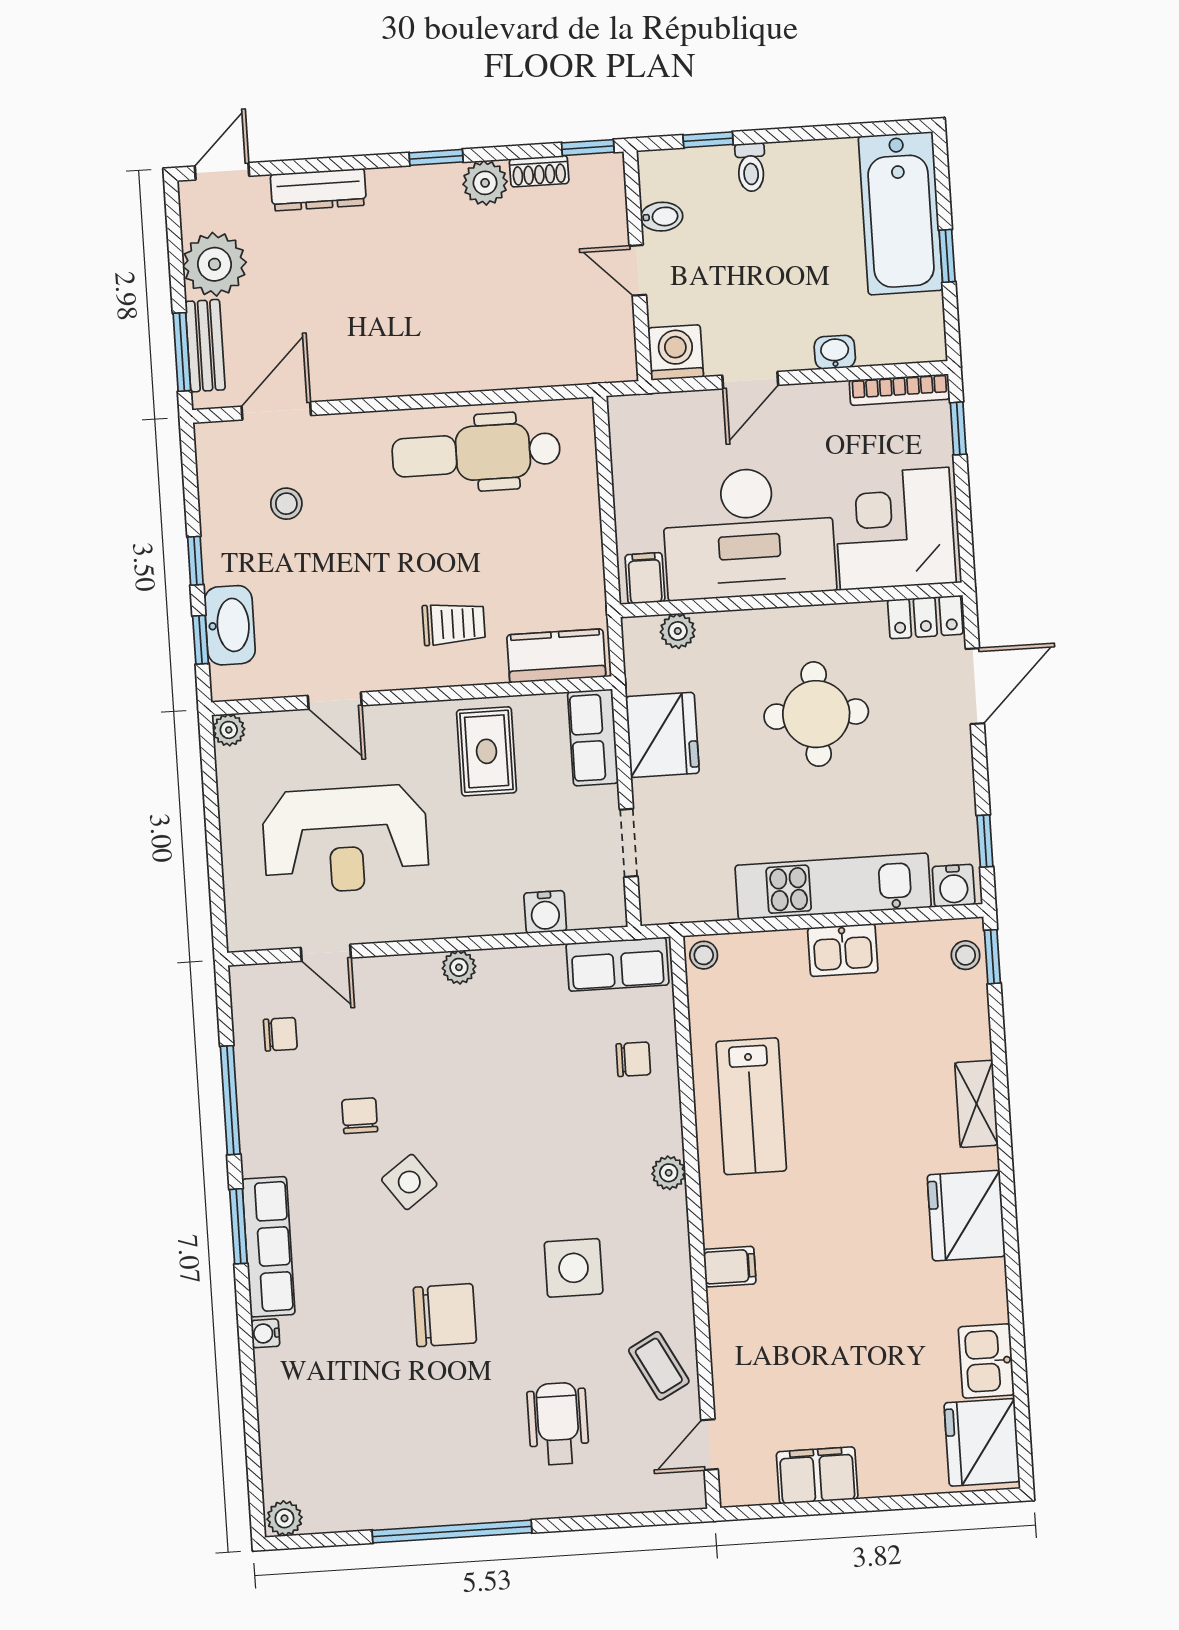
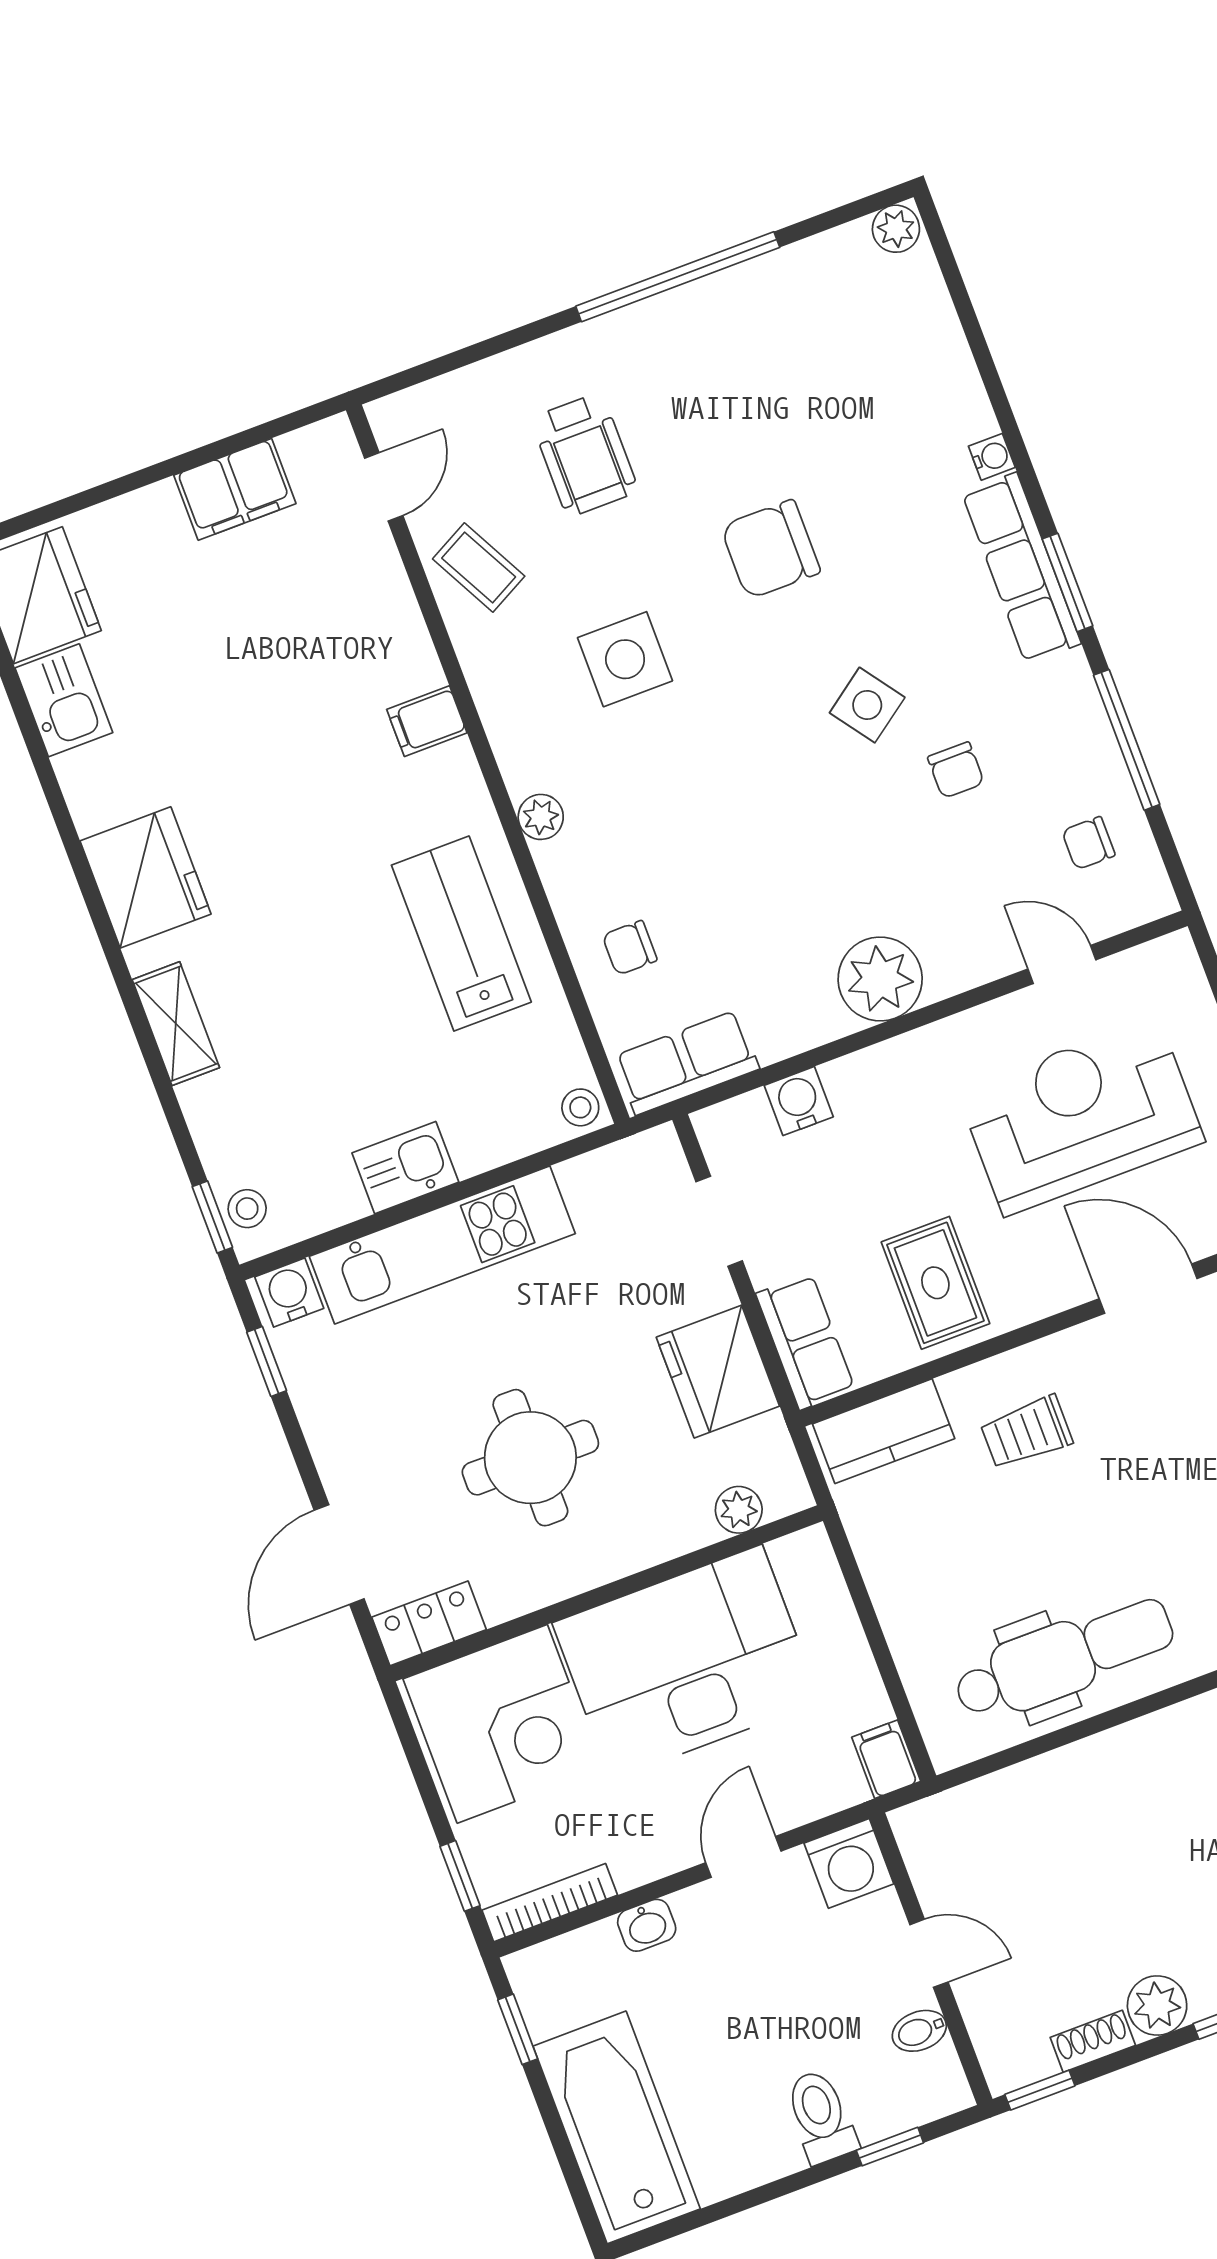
toilet: (751, 167) -> (821, 2117), width x1.37, depth x1.39
window: (947, 256) -> (518, 2029), moved
filing cabinet: (645, 578) -> (886, 1759), moved, turned 180
door: (335, 701) -> (1148, 1289), width x1.37
plant: (459, 967) -> (880, 979), width x1.87, depth x1.87

